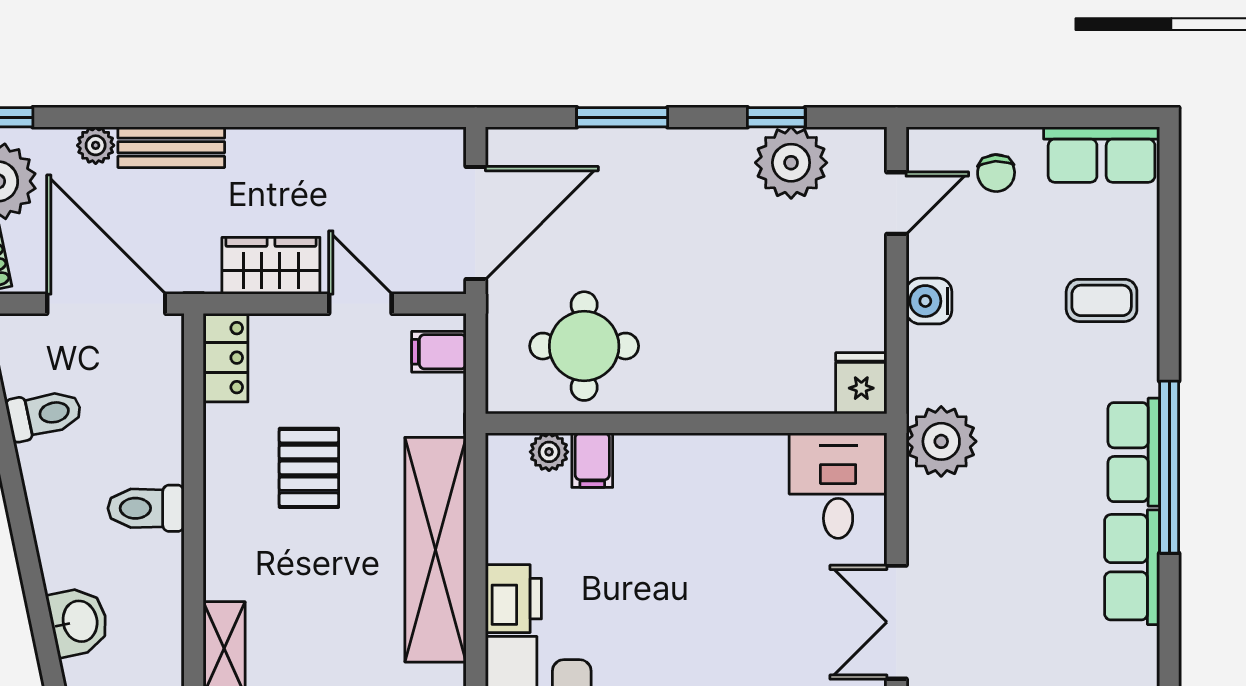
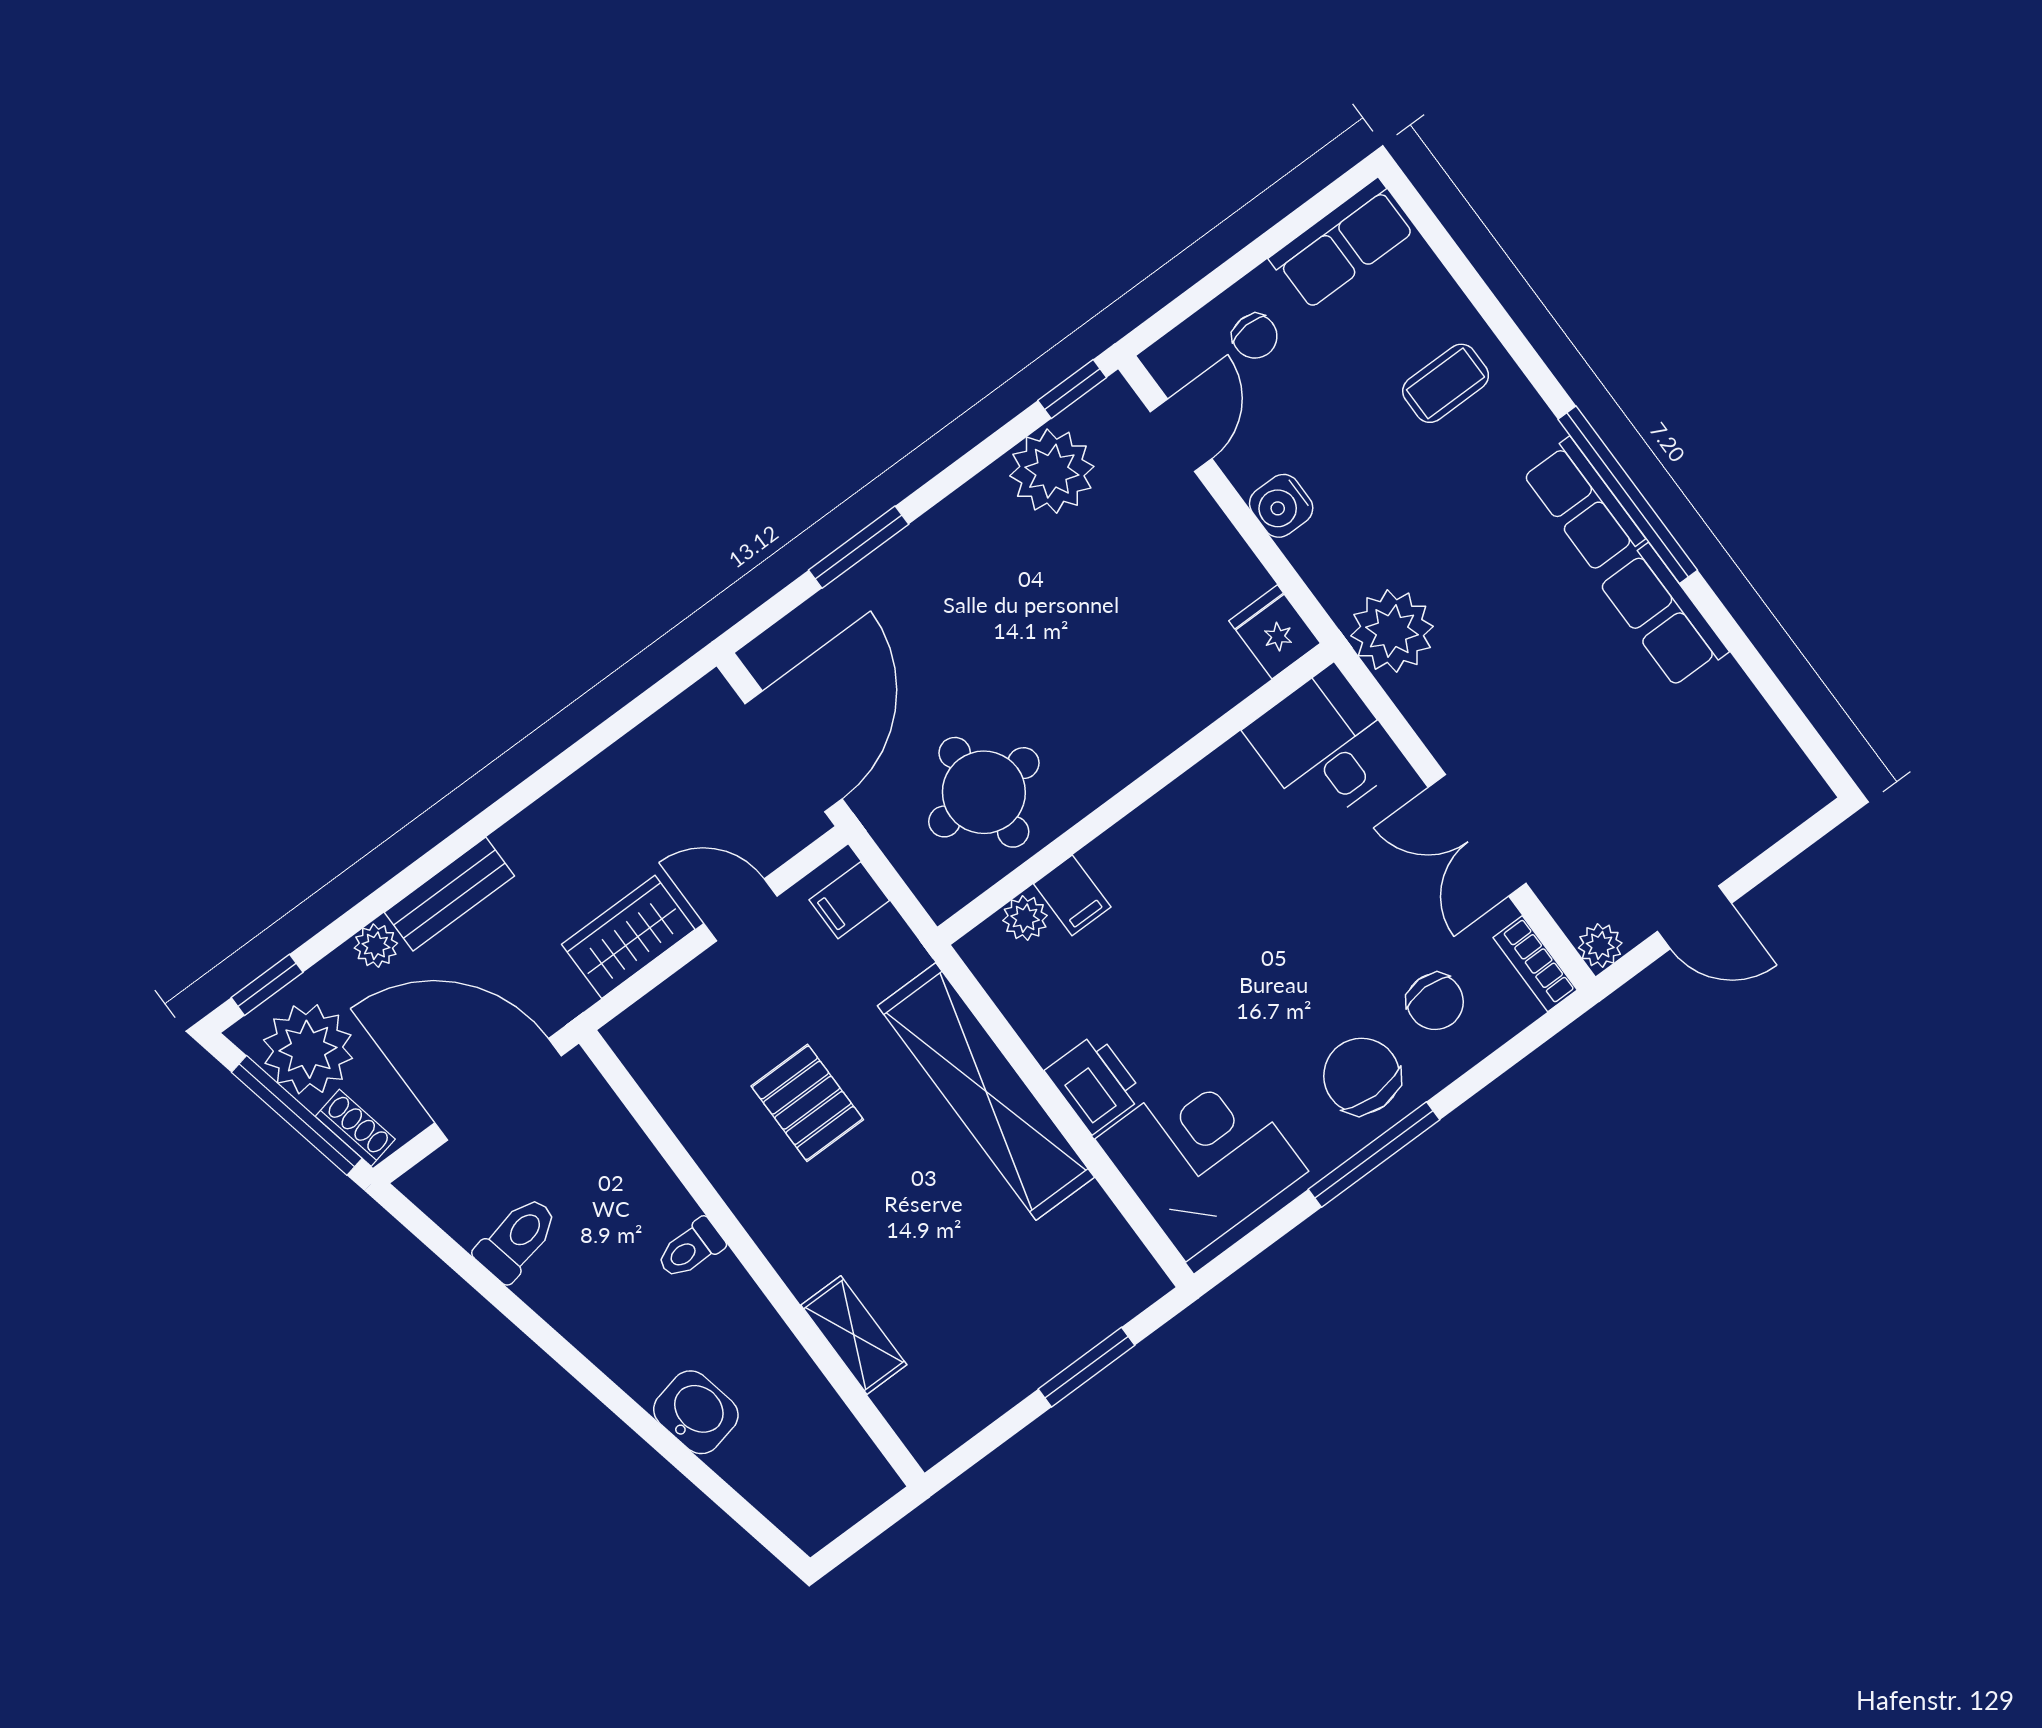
window: (776, 117) -> (1072, 389), moved
locker: (226, 358) -> (650, 1057), removed
toilet: (146, 508) -> (690, 1249), width x0.73, depth x0.72

